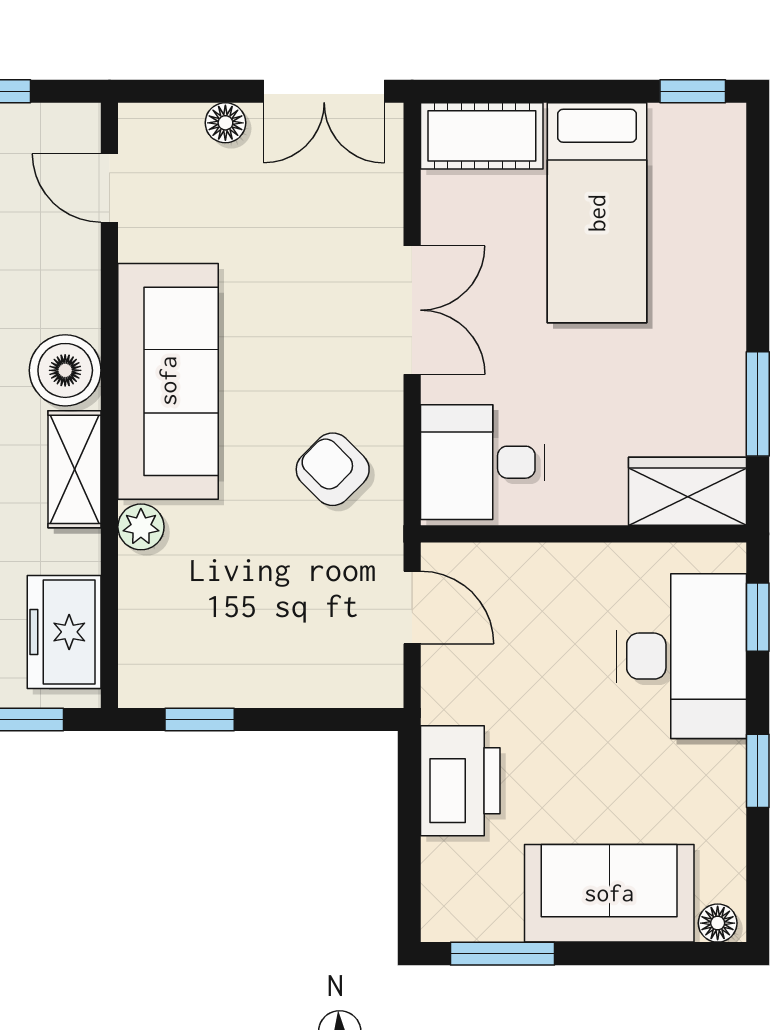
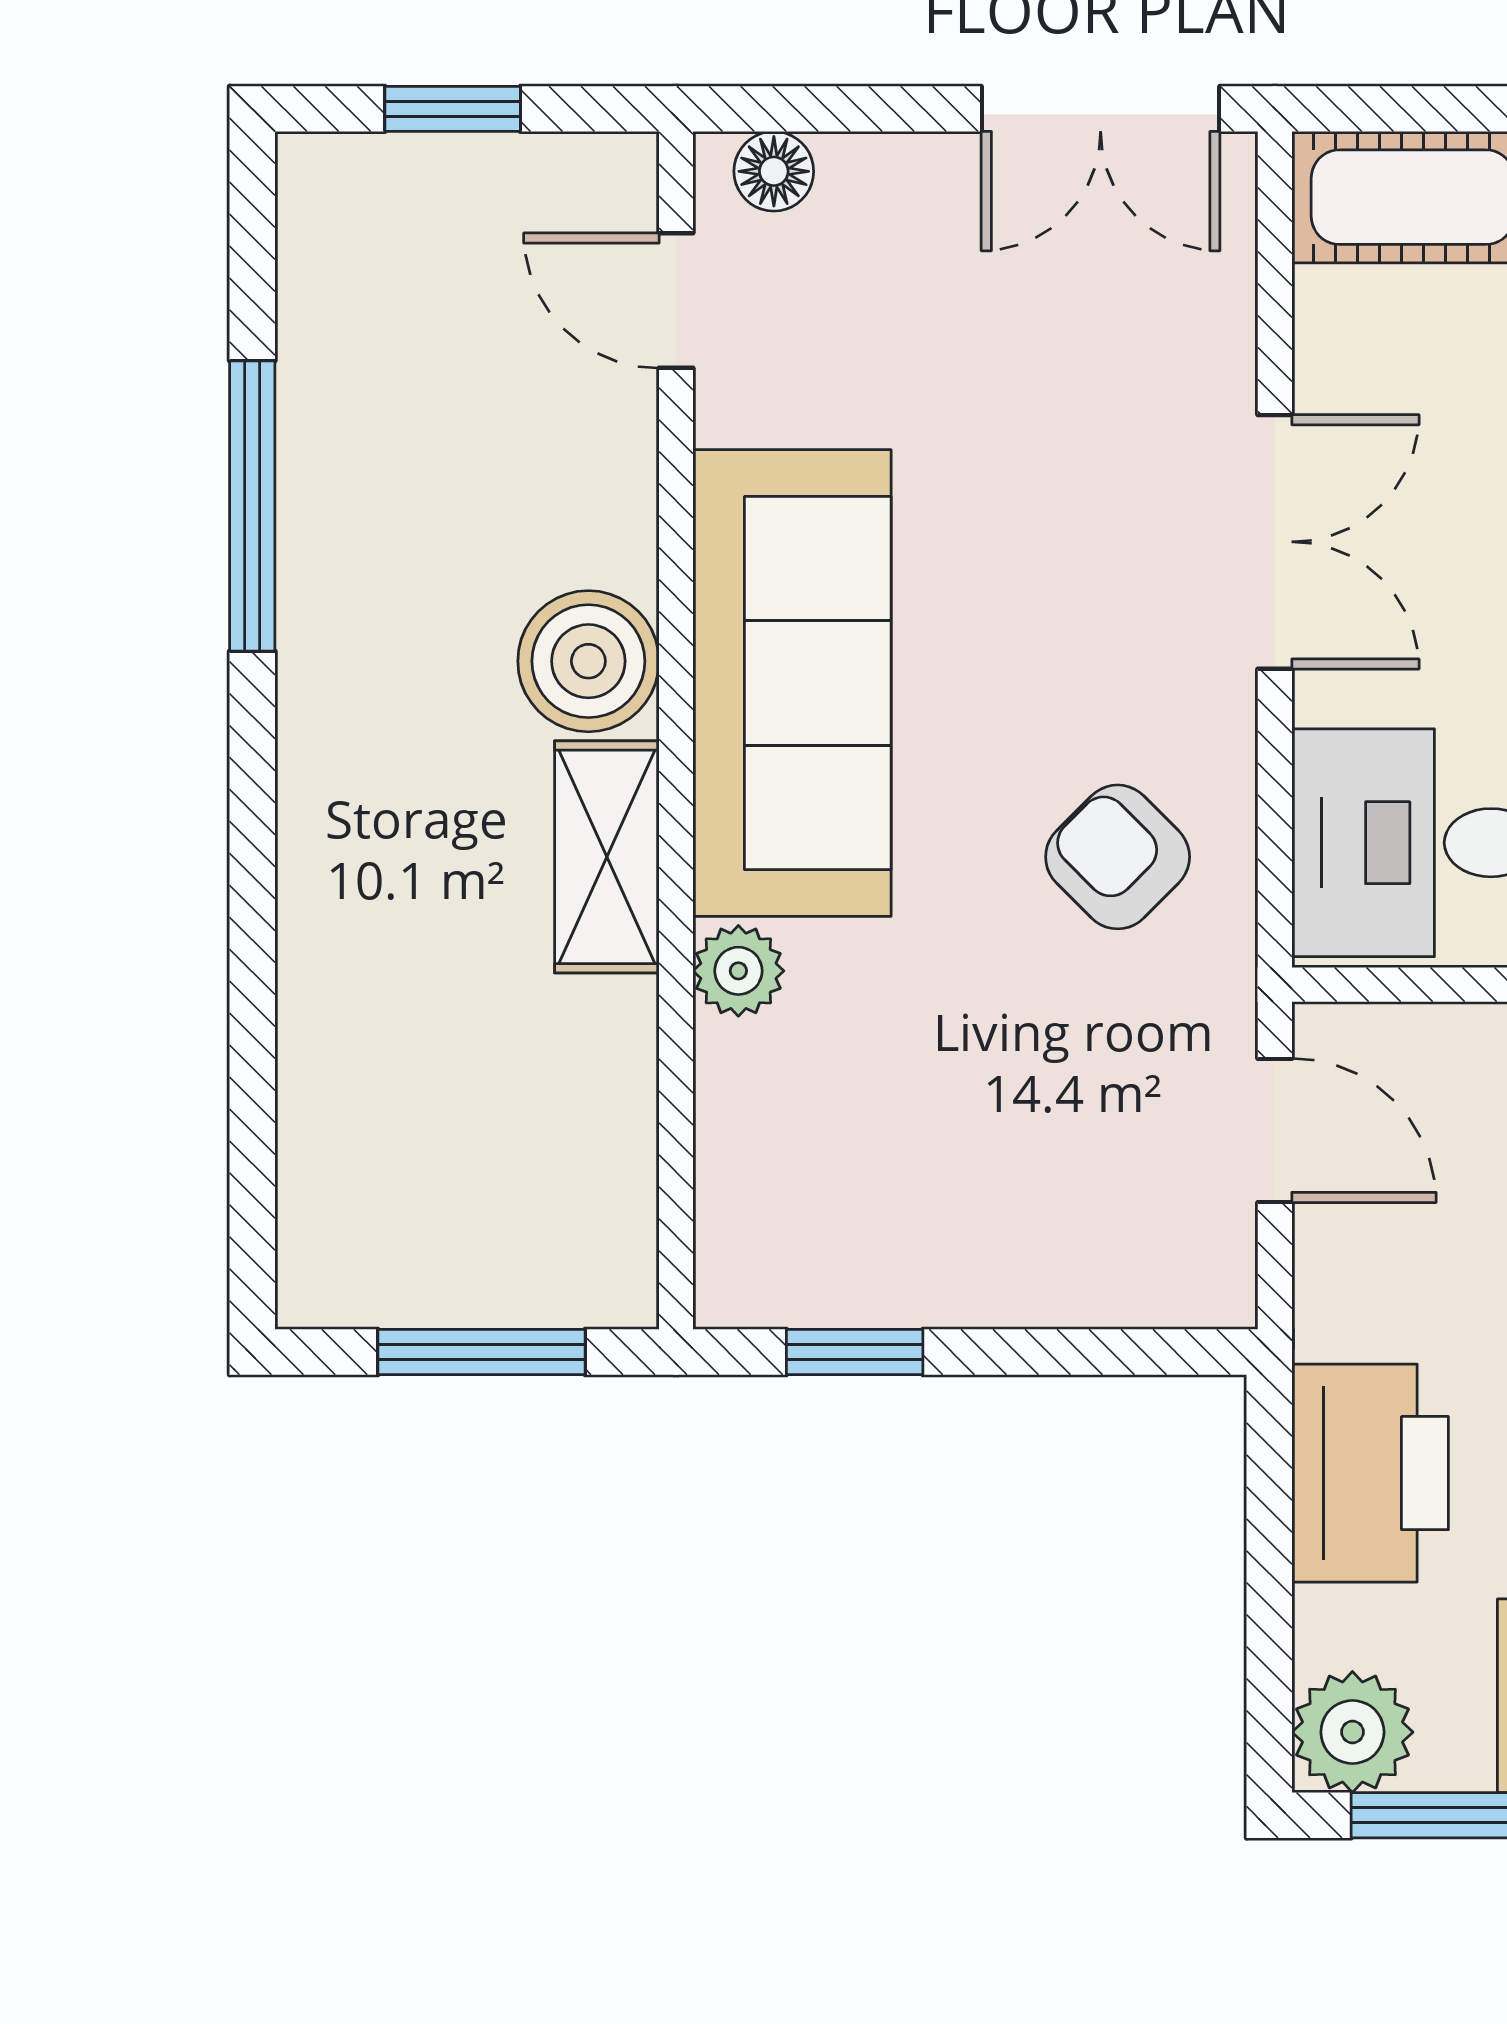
floor lamp: (225, 123) -> (774, 171), moved
freezer: (64, 632) -> (586, 1179), removed
plant: (451, 912) -> (1352, 1732), added

